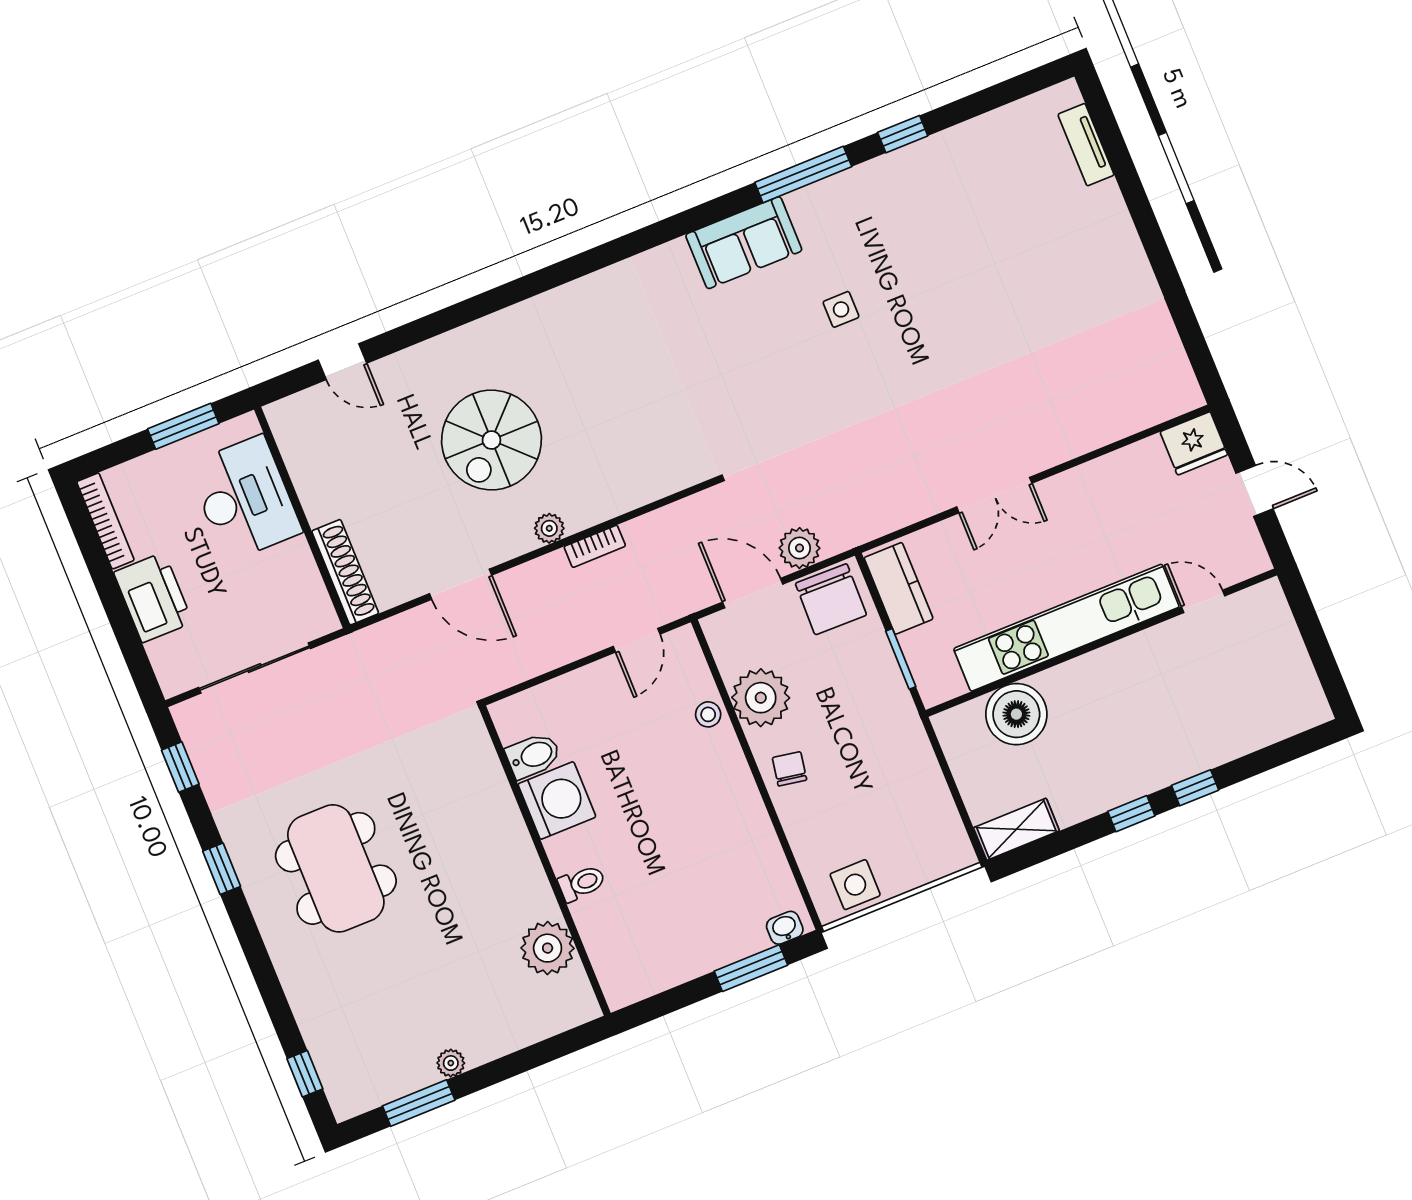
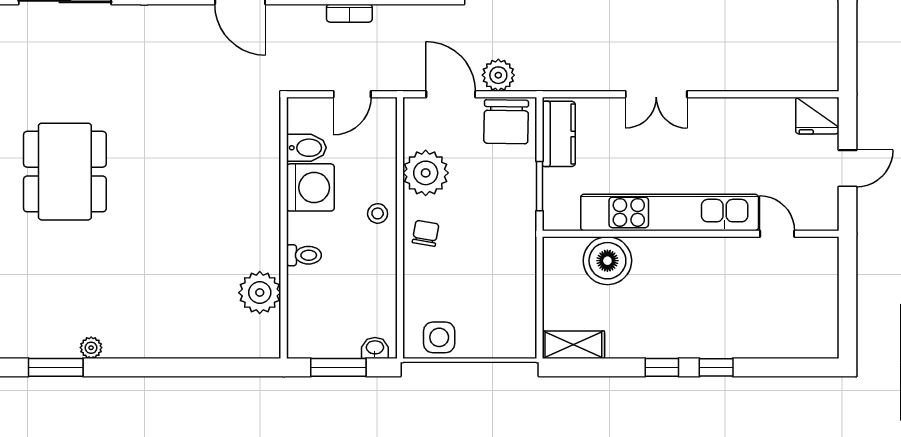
door: (1255, 491) -> (848, 168), hinge flipped
stool: (708, 714) -> (378, 213), moved
bidet: (533, 756) -> (306, 148), moved
washing machine: (557, 800) -> (310, 187), moved
wall: (545, 861) -> (284, 228), moved
toilet: (582, 883) -> (304, 255), moved
plant: (548, 948) -> (260, 293), moved

